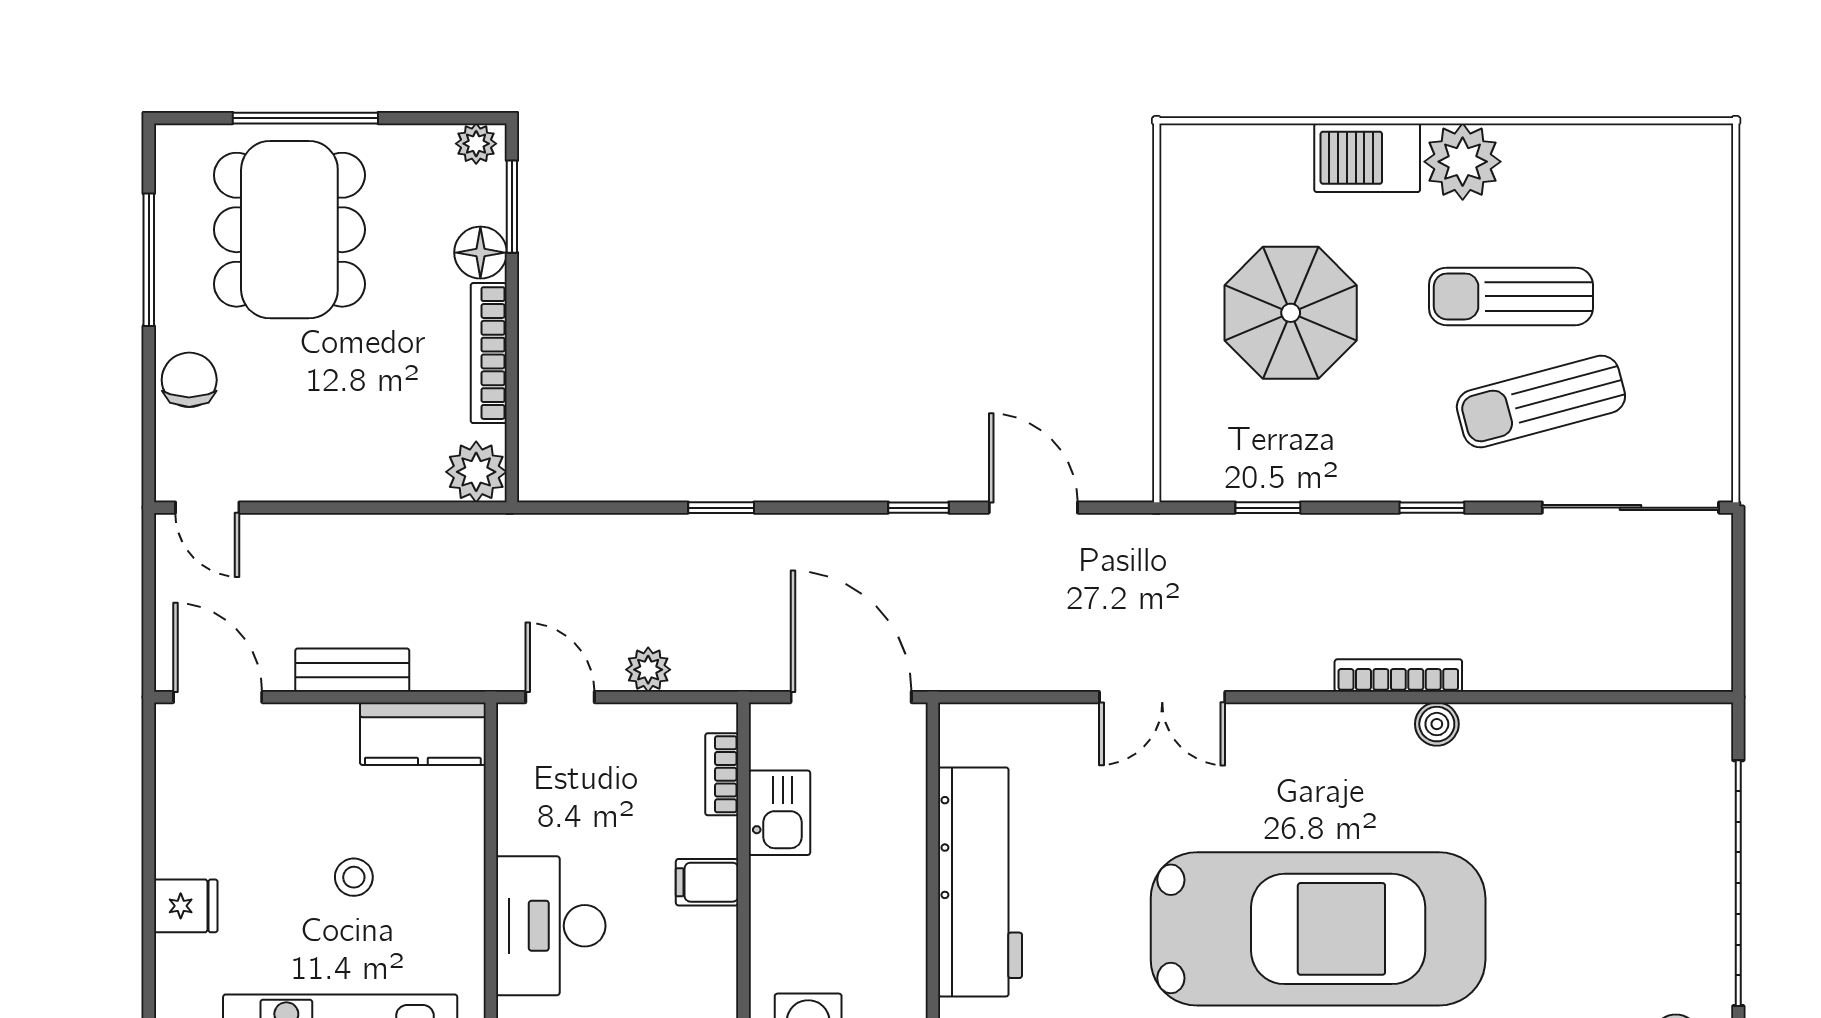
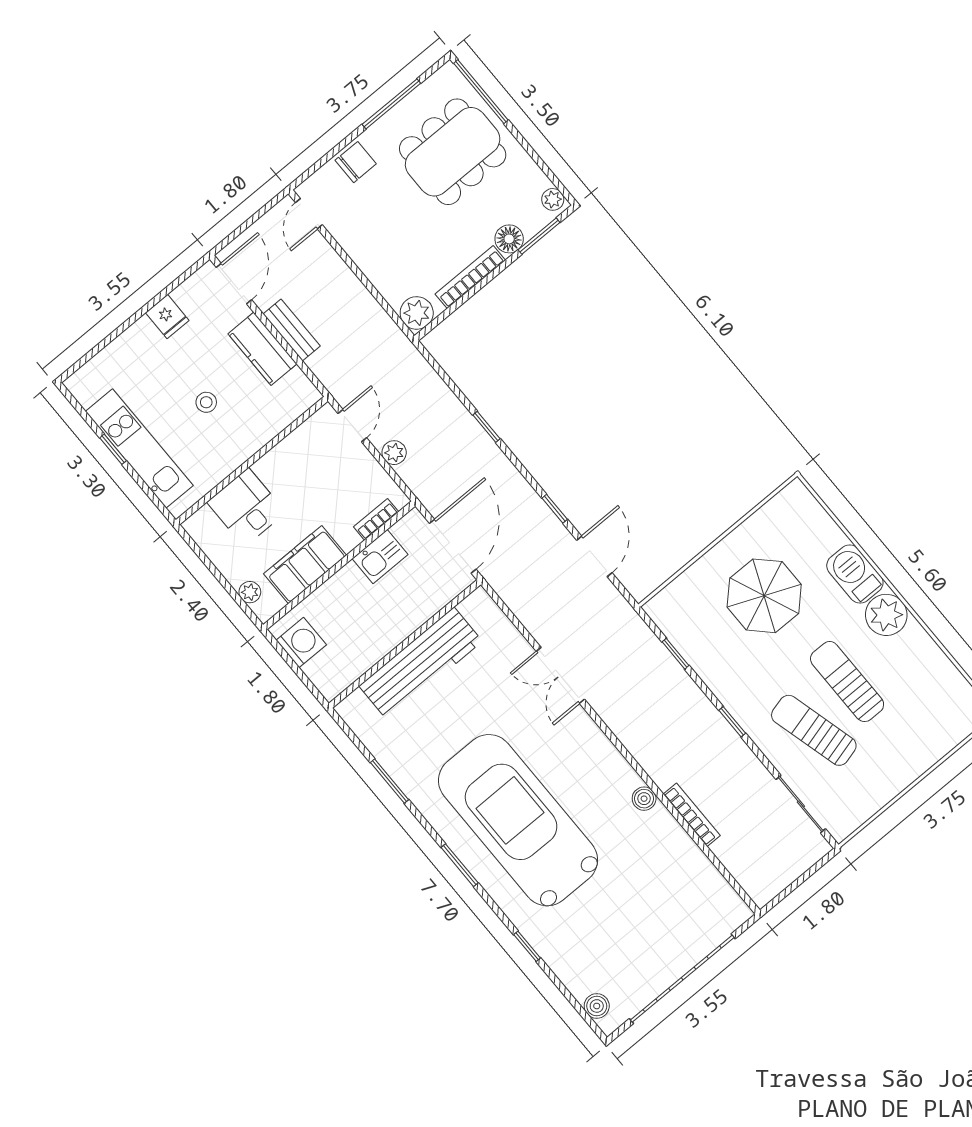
window: (305, 118) -> (481, 92), moved
sliding door: (1630, 508) -> (801, 804), width x0.73
bookcase: (1398, 675) -> (692, 815), moved
kitchen counter: (423, 734) -> (263, 349), moved
filing cabinet: (707, 882) -> (305, 565), width x3.00, depth x1.17
fridge: (186, 906) -> (167, 317), moved
desk: (551, 926) -> (246, 507), width x0.73
car: (1318, 929) -> (518, 820), turned 180

